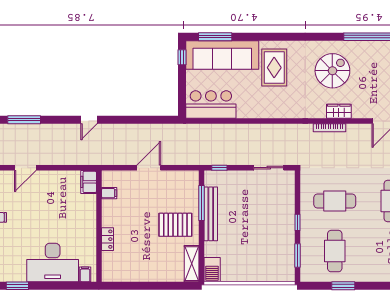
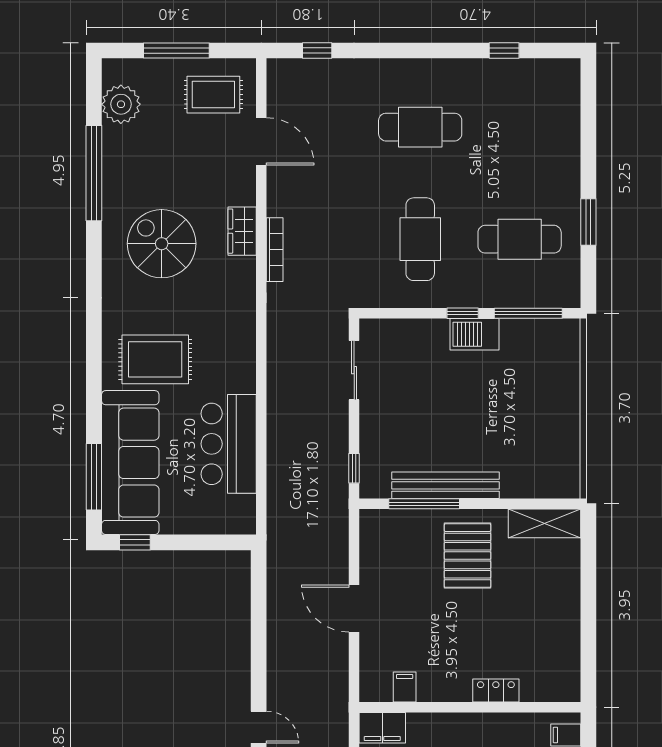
bar counter: (211, 105) -> (229, 444), moved
window: (297, 255) -> (528, 313), width x1.44
barbecue: (212, 270) -> (474, 334), moved, turned 180

